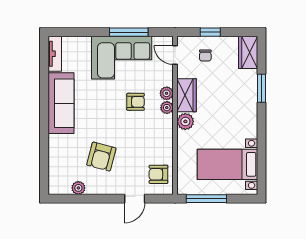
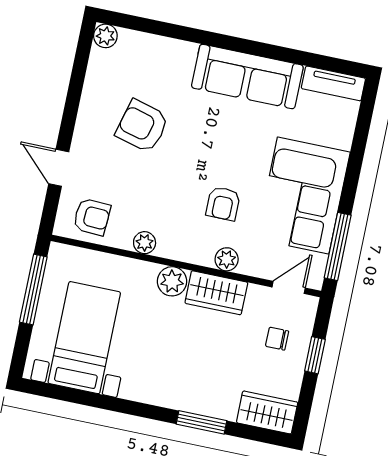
window: (129, 32) -> (338, 246), moved
plant: (167, 108) -> (145, 243), moved
armchair: (158, 174) -> (92, 217), turned 93
plant: (78, 188) -> (105, 36), moved

